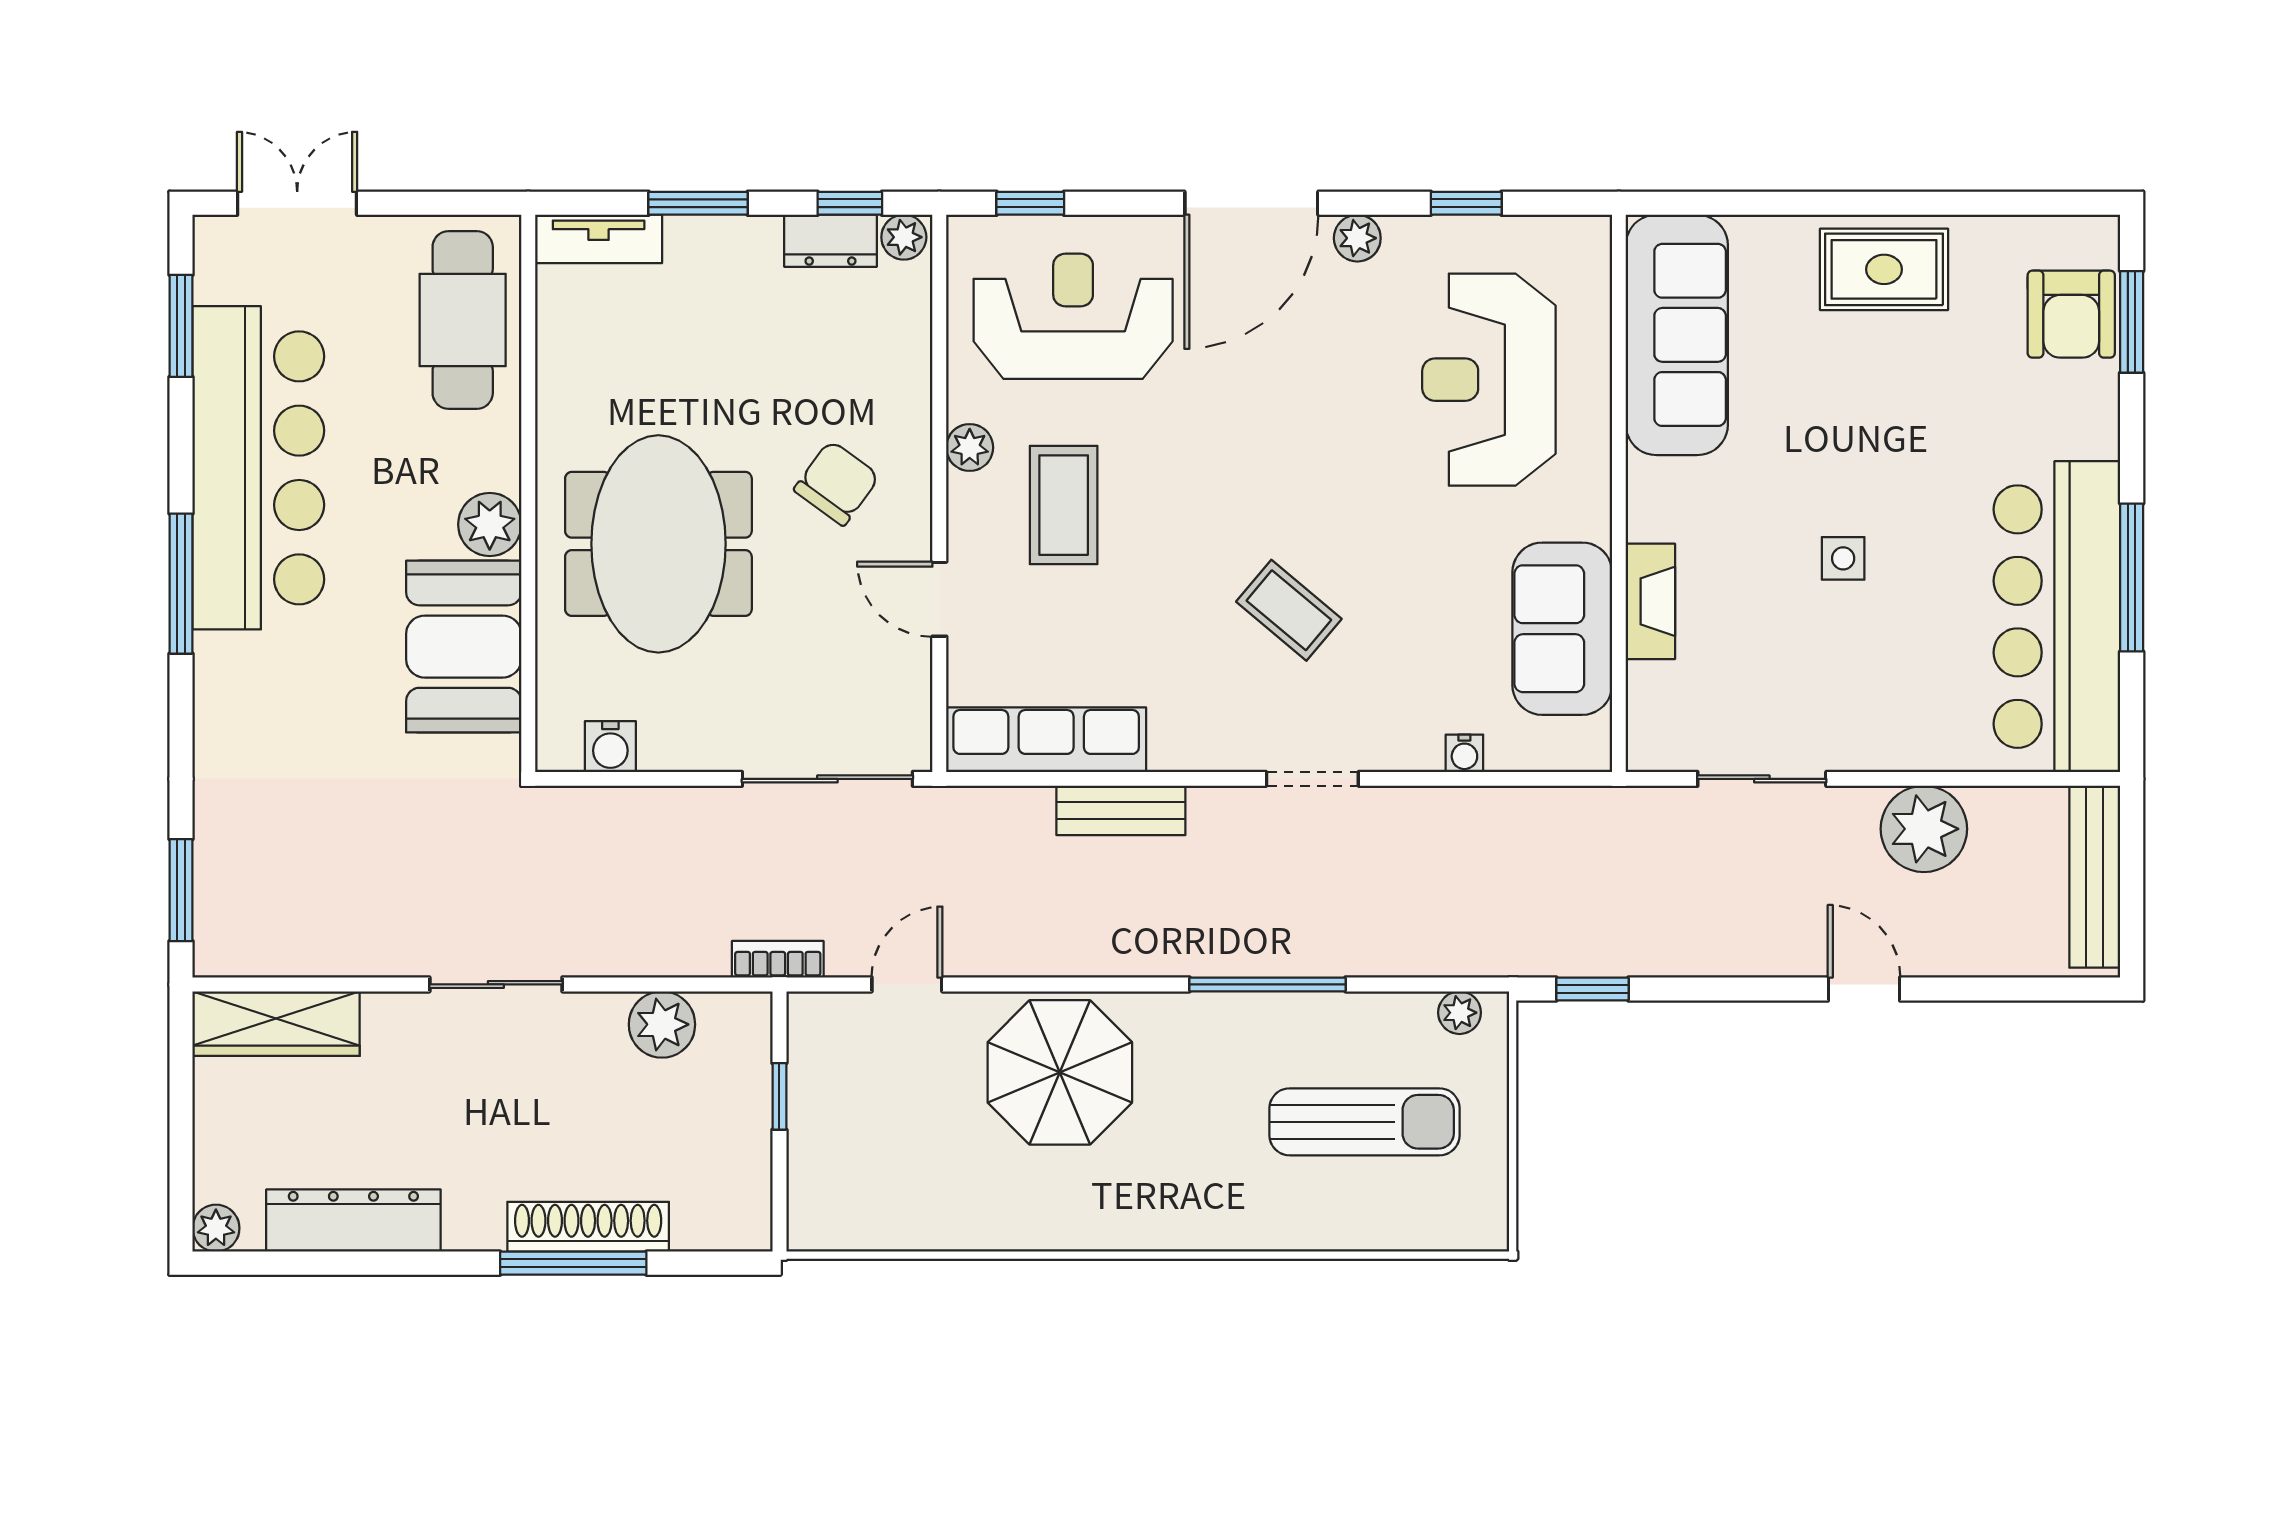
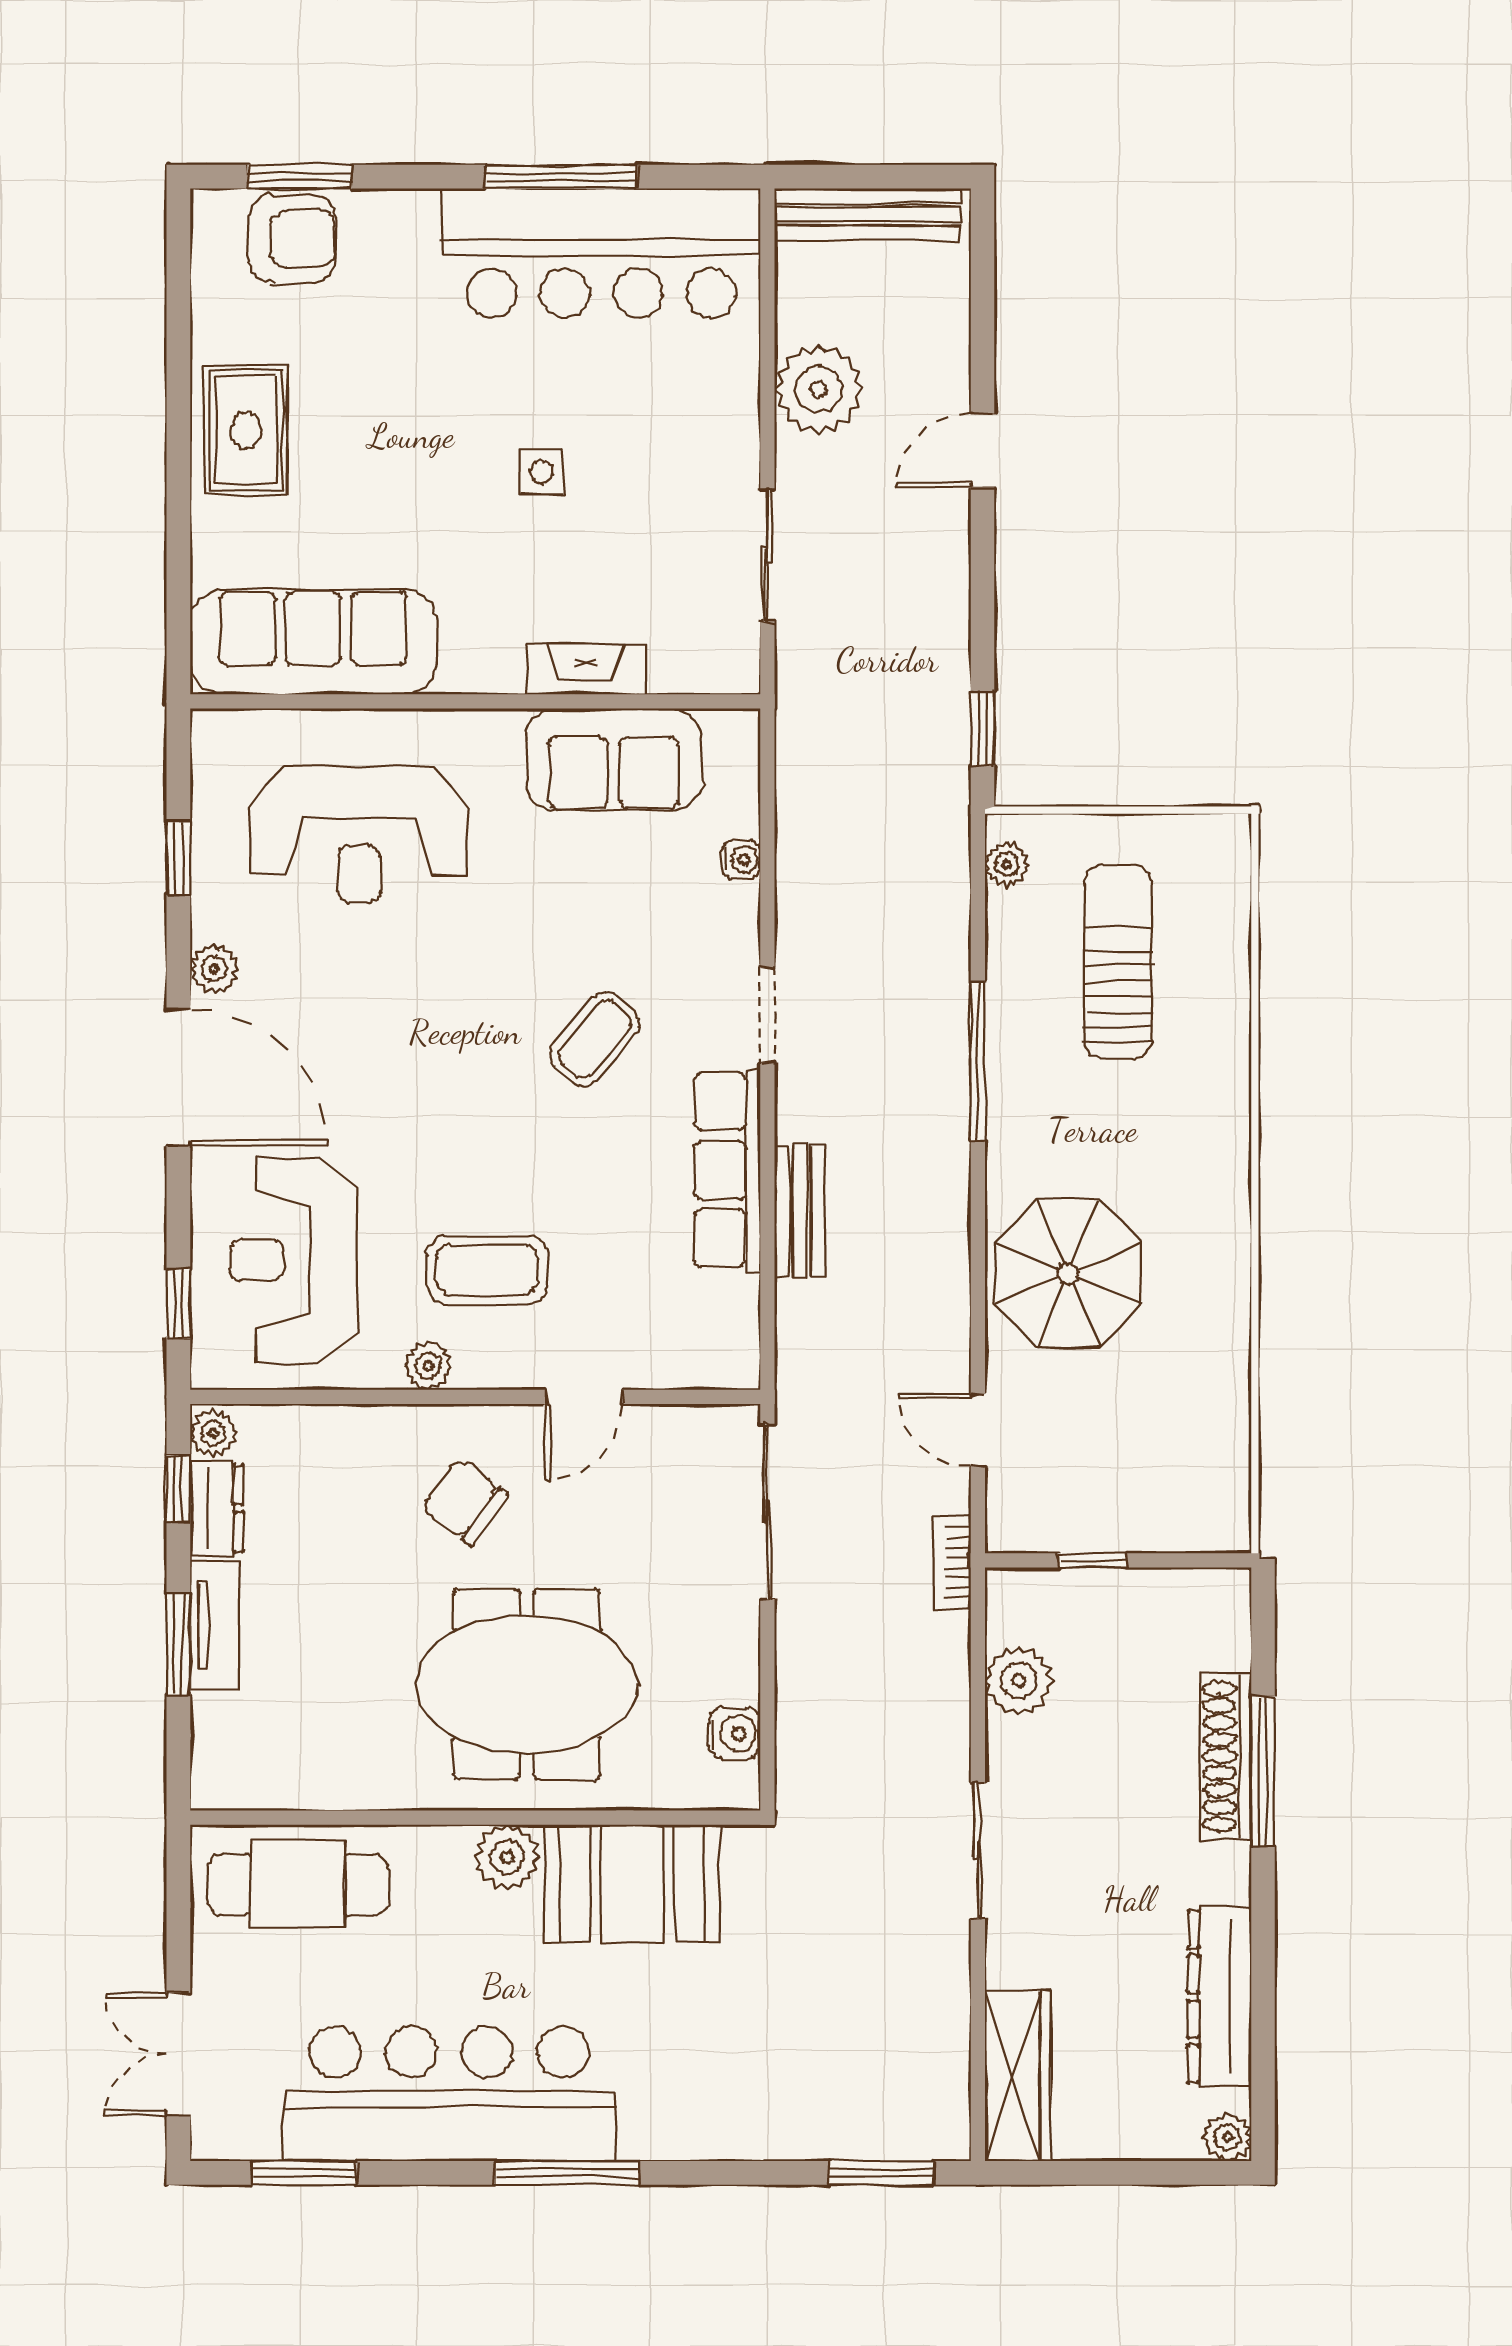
tv unit: (599, 239) -> (215, 1625), moved
row of seats: (1046, 740) -> (727, 1170), moved

